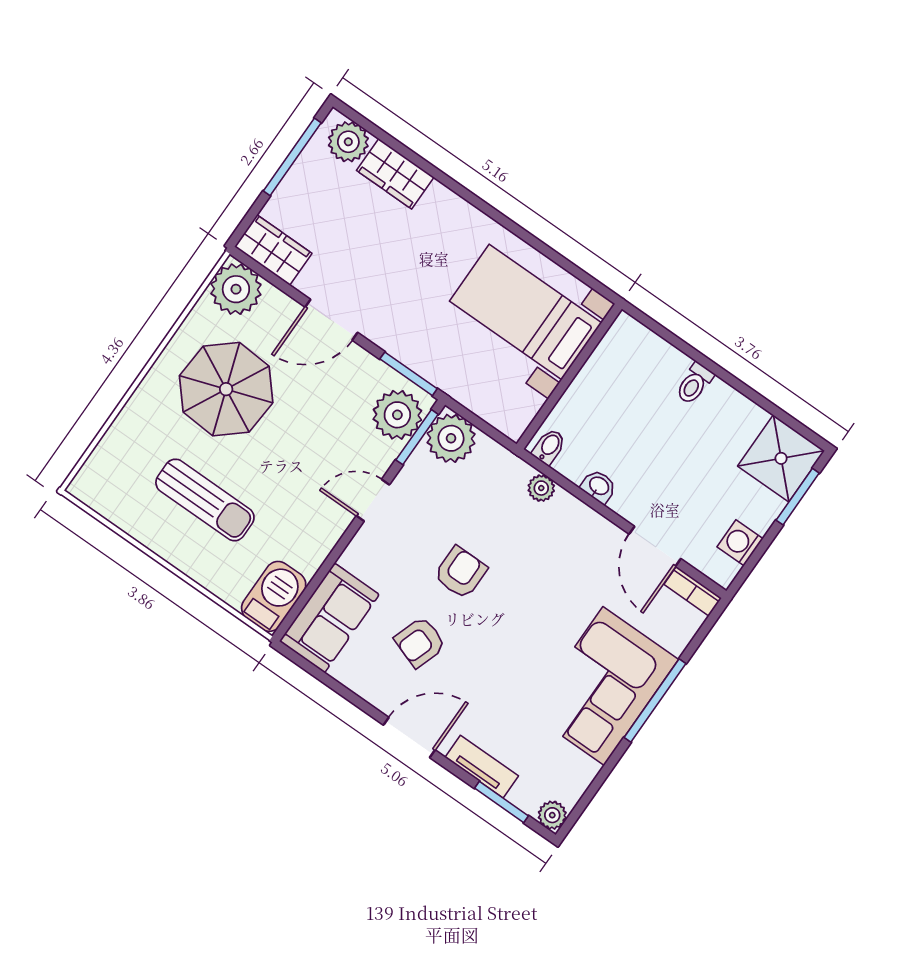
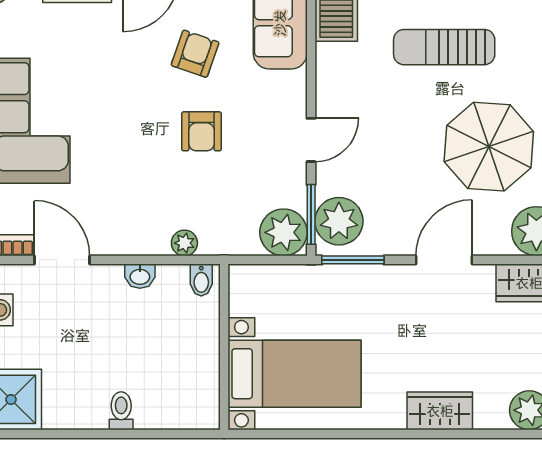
wardrobe: (395, 174) -> (440, 411), moved

